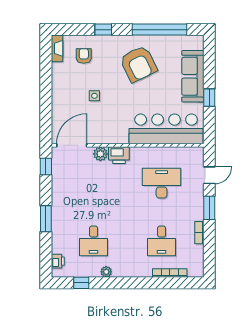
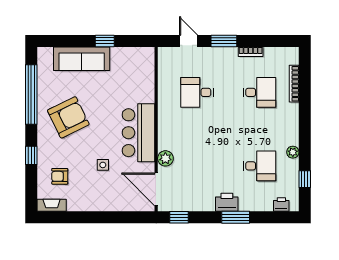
bar counter: (166, 129) -> (139, 133), moved, width x0.73
printer: (119, 155) -> (227, 202), moved, turned -90
desk: (162, 183) -> (197, 92), width x0.73

